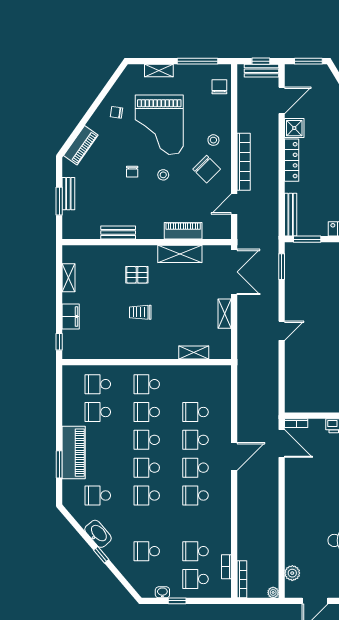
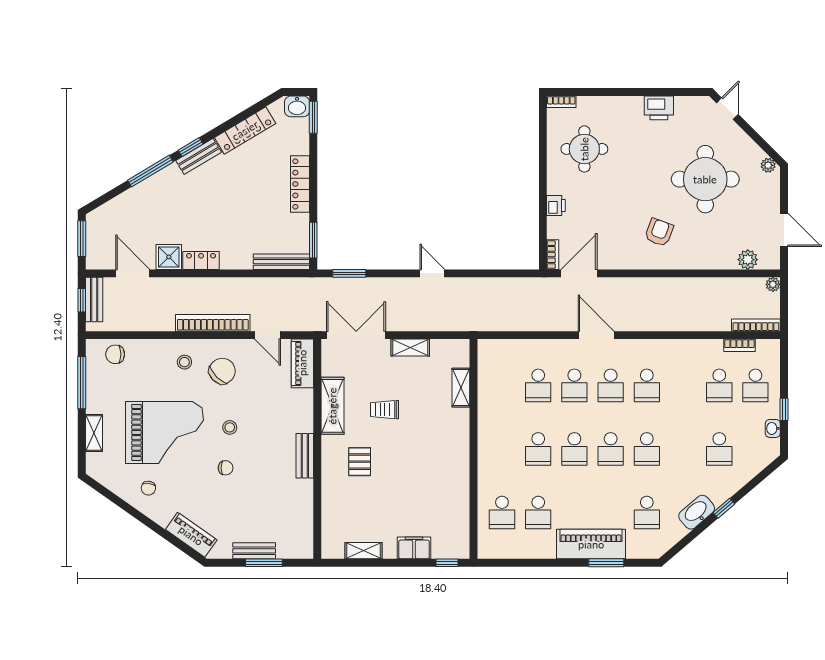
locker: (292, 160) -> (201, 260), width x0.66
piano: (183, 231) -> (302, 363), moved
bench: (118, 233) -> (305, 456), moved
trolley: (140, 312) -> (385, 410), moved, turned 90
school desk: (147, 384) -> (502, 449), removed
armchair: (313, 505) -> (659, 232), added

